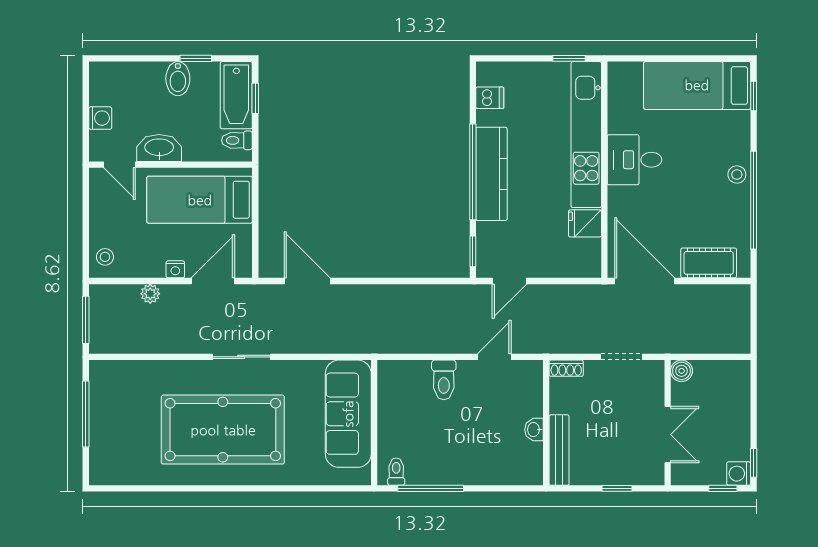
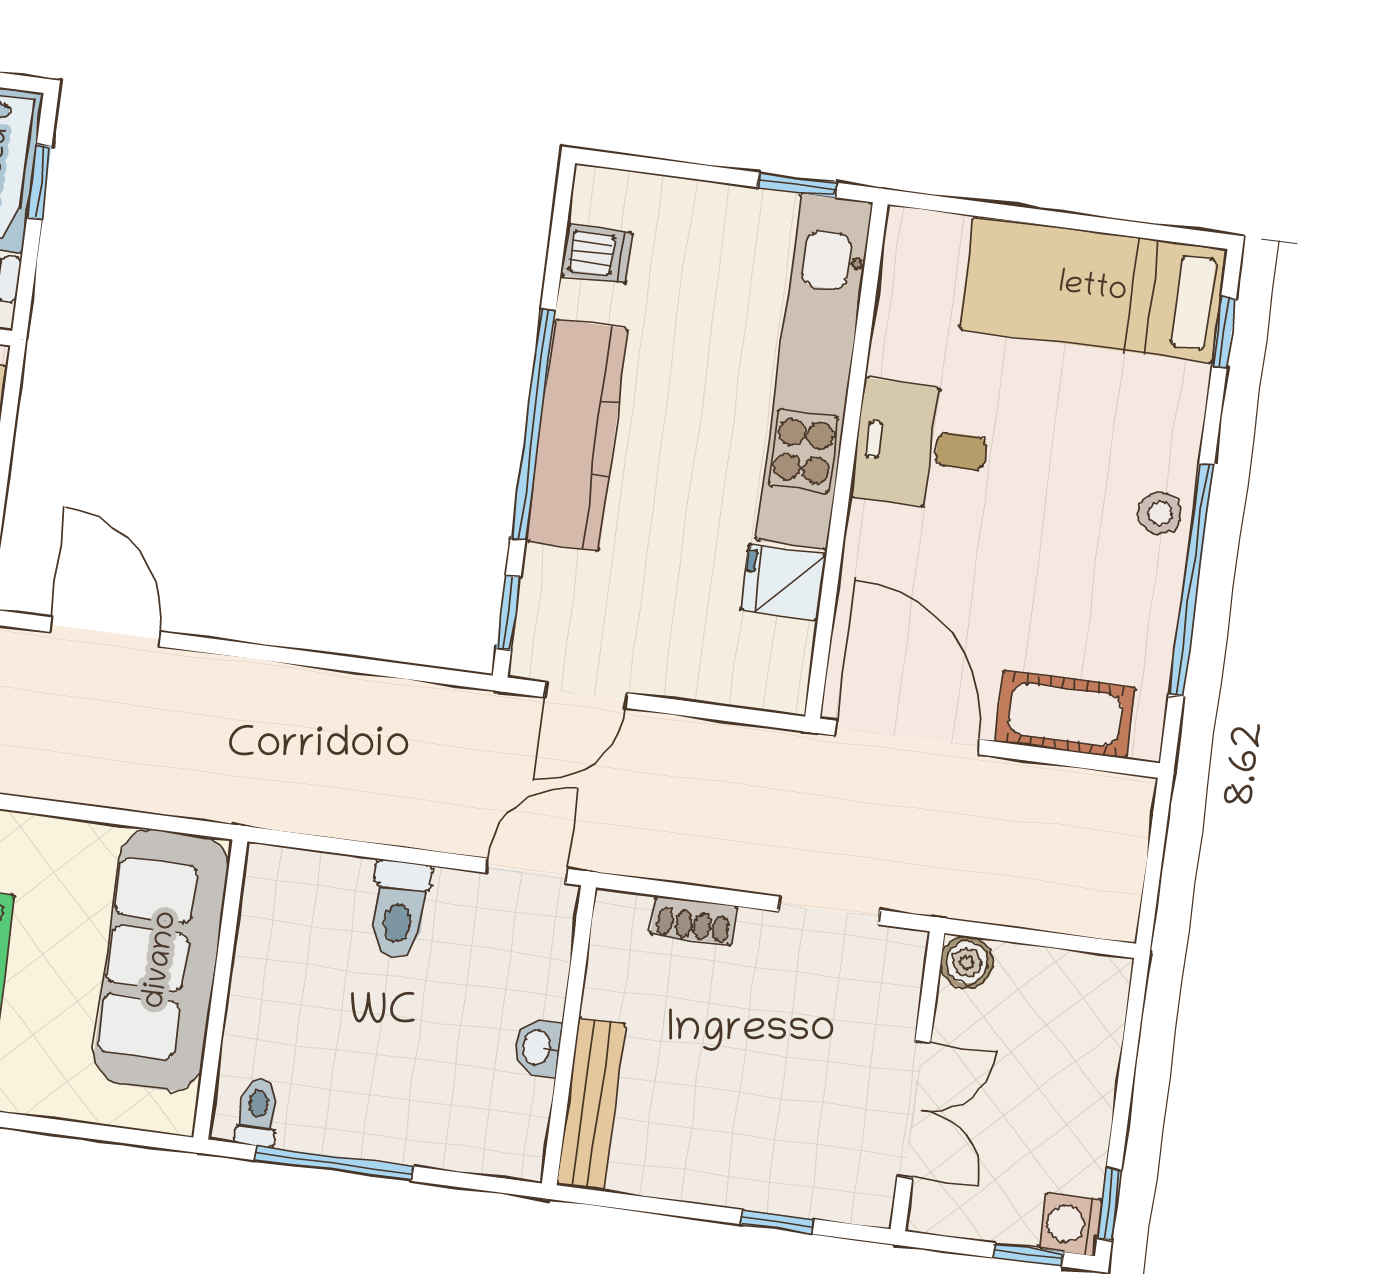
wall: (546, 423) -> (569, 1035), moved
washbasin: (534, 430) -> (538, 1048), moved
bench: (559, 450) -> (591, 1104), moved

